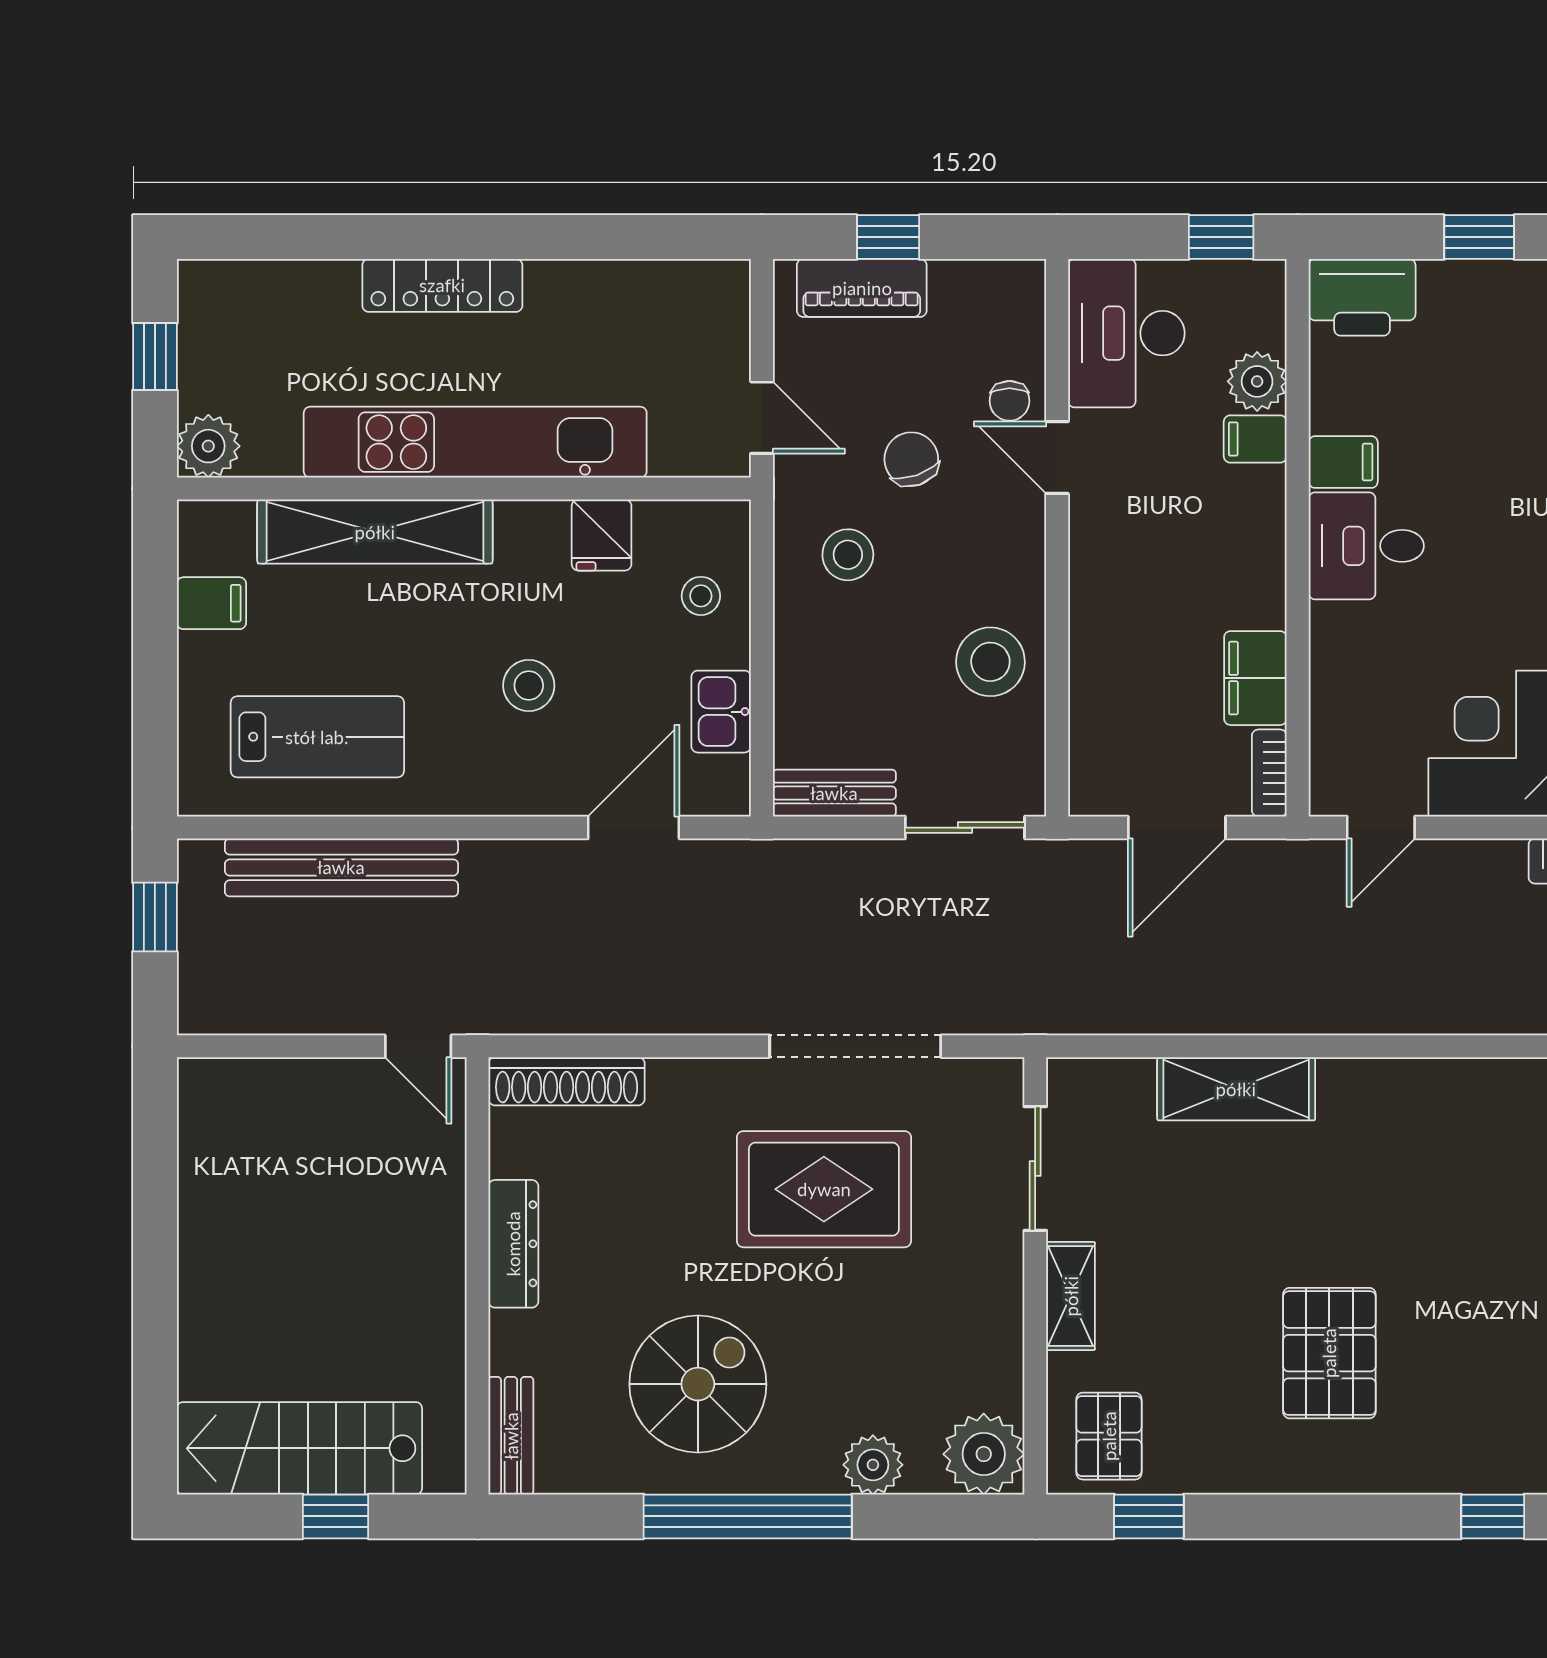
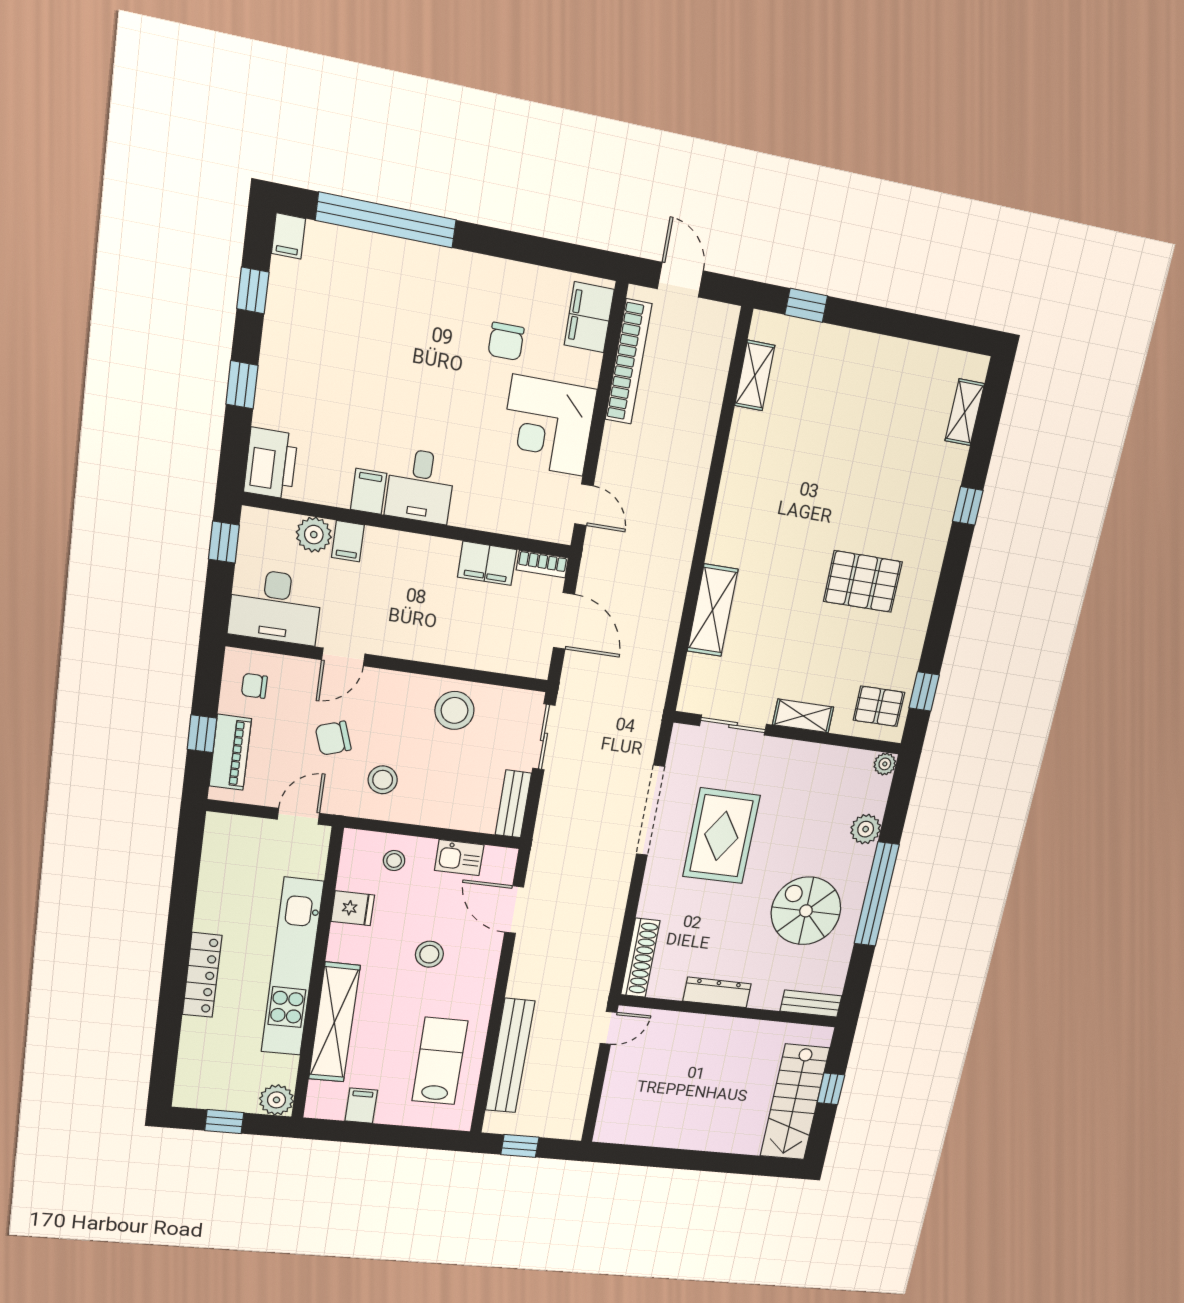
chair: (1009, 401) -> (254, 686), moved, turned 180
plant: (984, 1454) -> (885, 764), width x0.53, depth x0.53

